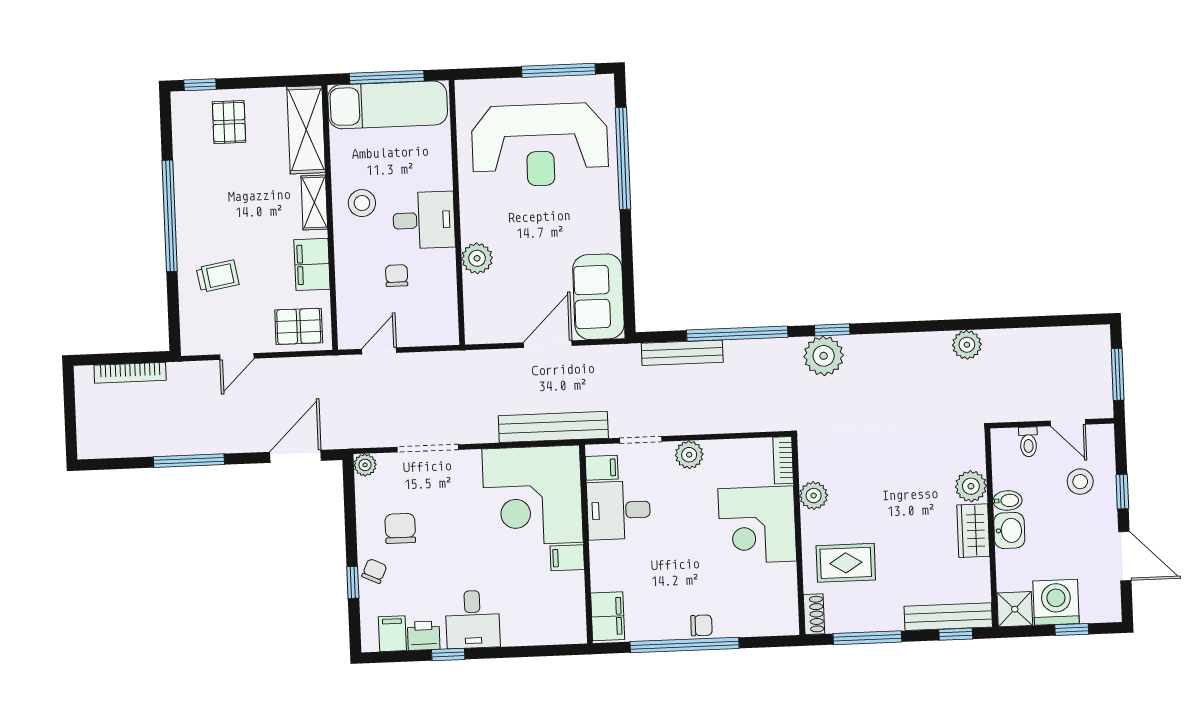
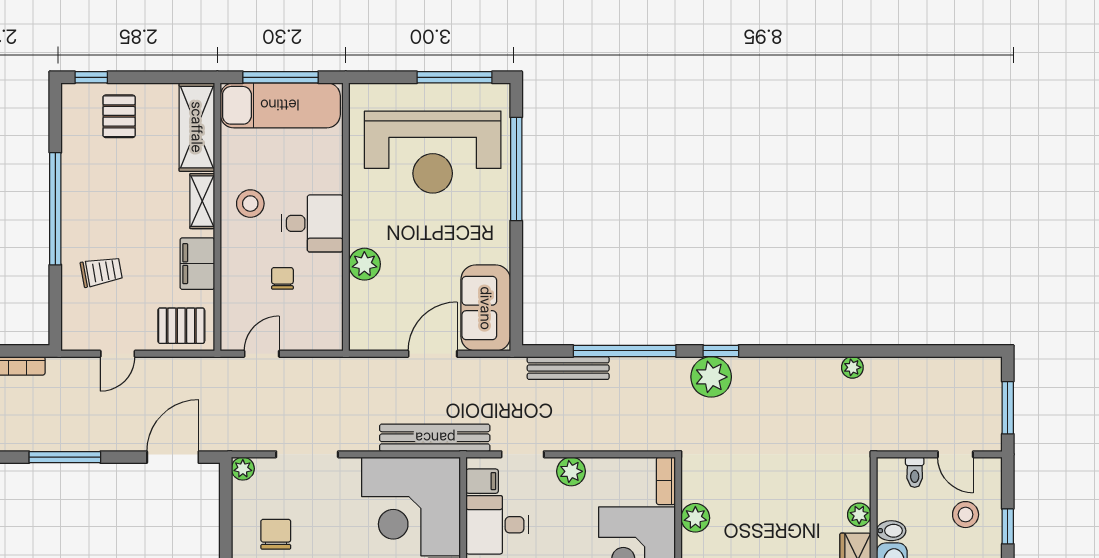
plant: (967, 345) -> (852, 367), width x0.73, depth x0.73
plant: (971, 486) -> (859, 515), width x0.73, depth x0.73

